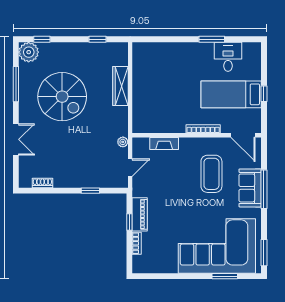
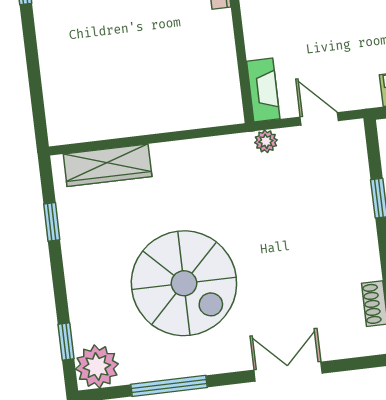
wardrobe: (120, 86) -> (108, 165), moved
spiral stairs: (62, 97) -> (184, 283), turned 90
fireplace: (164, 143) -> (263, 90), moved

